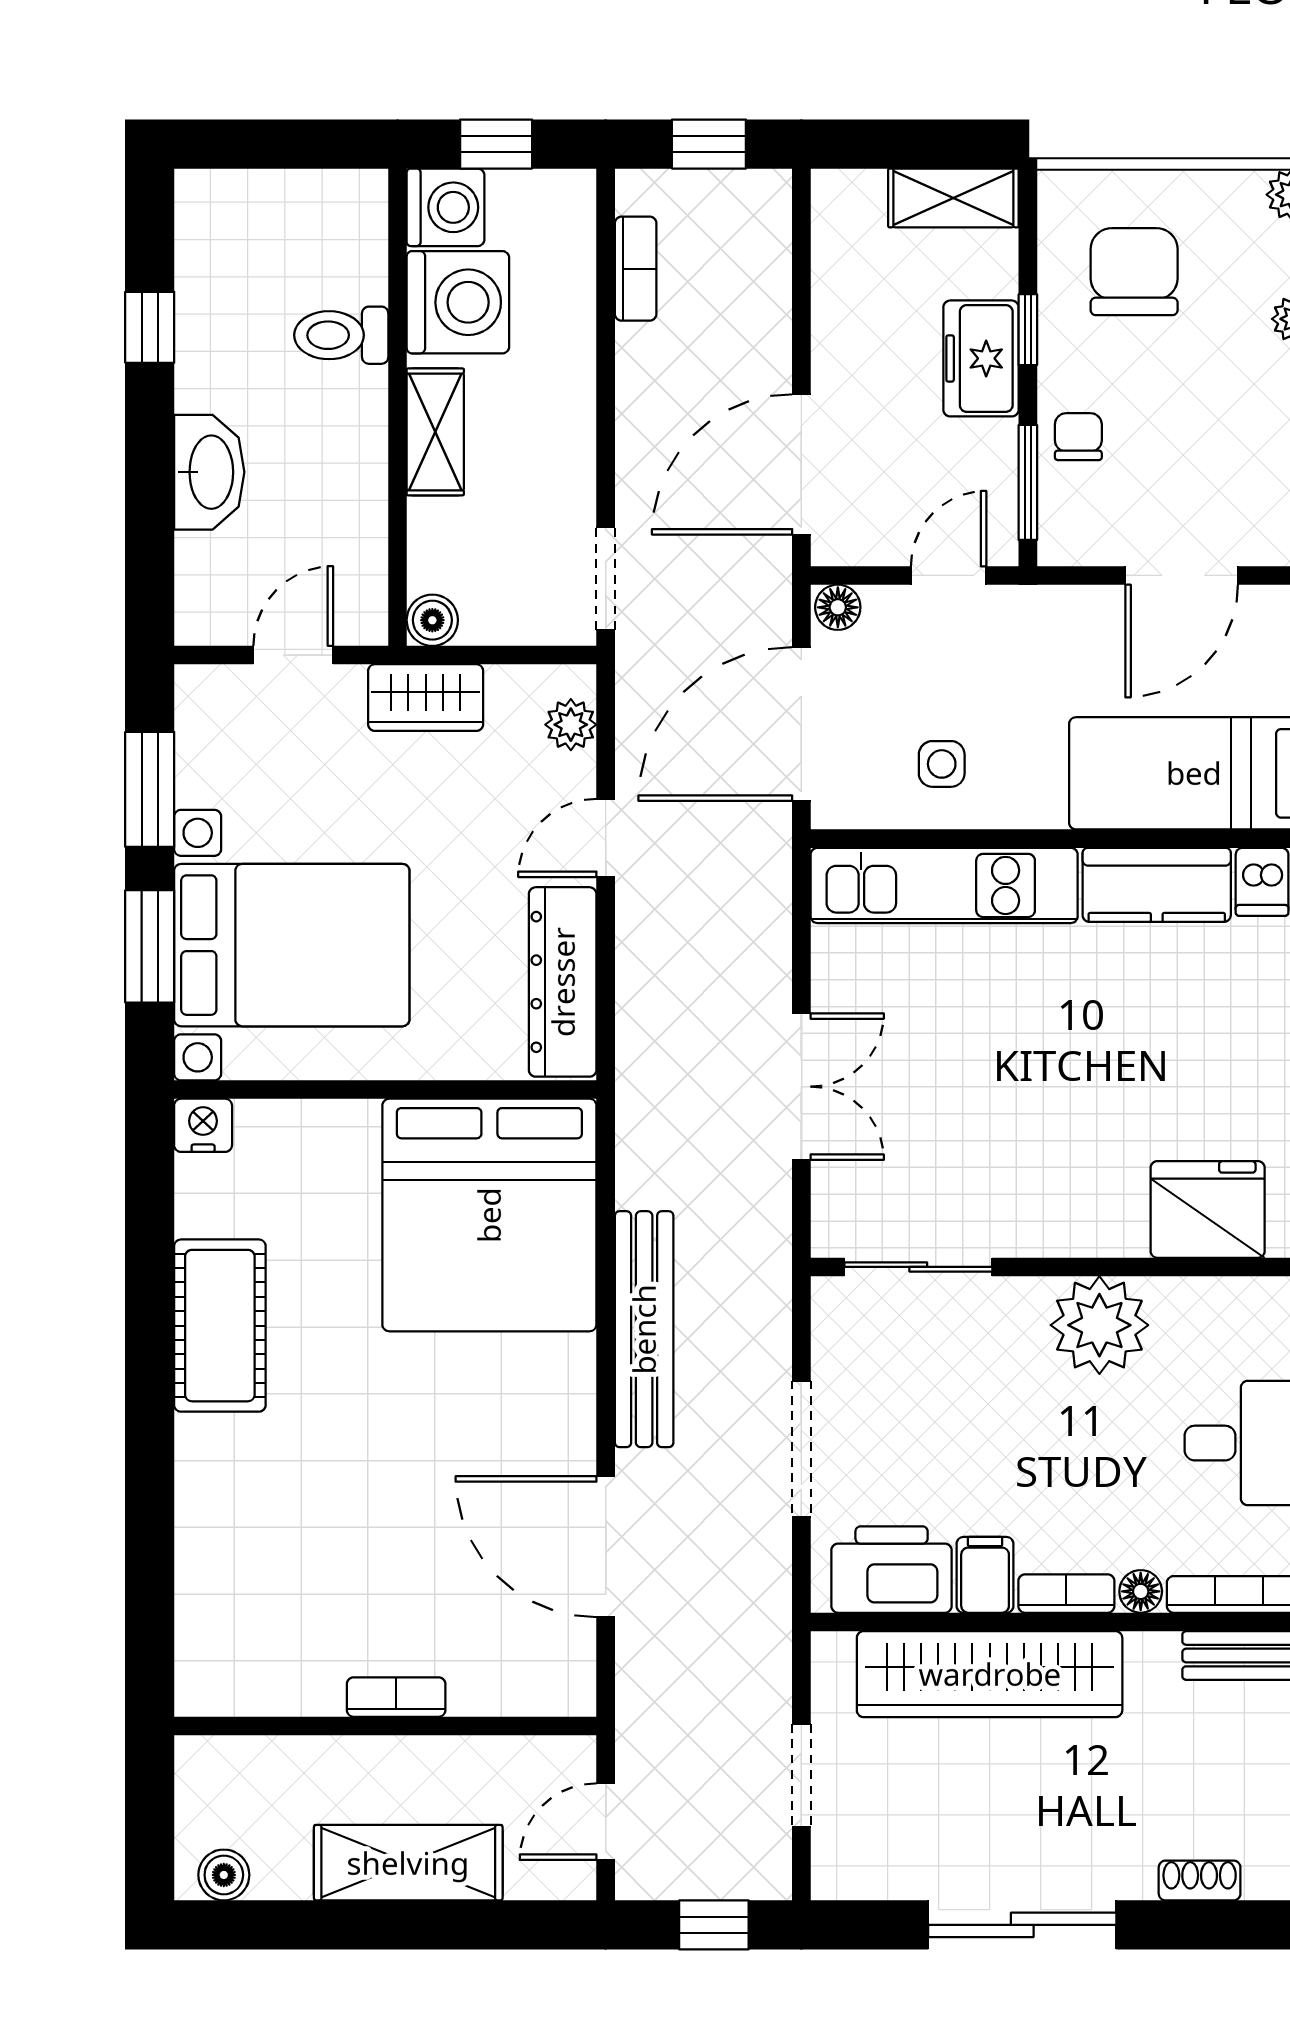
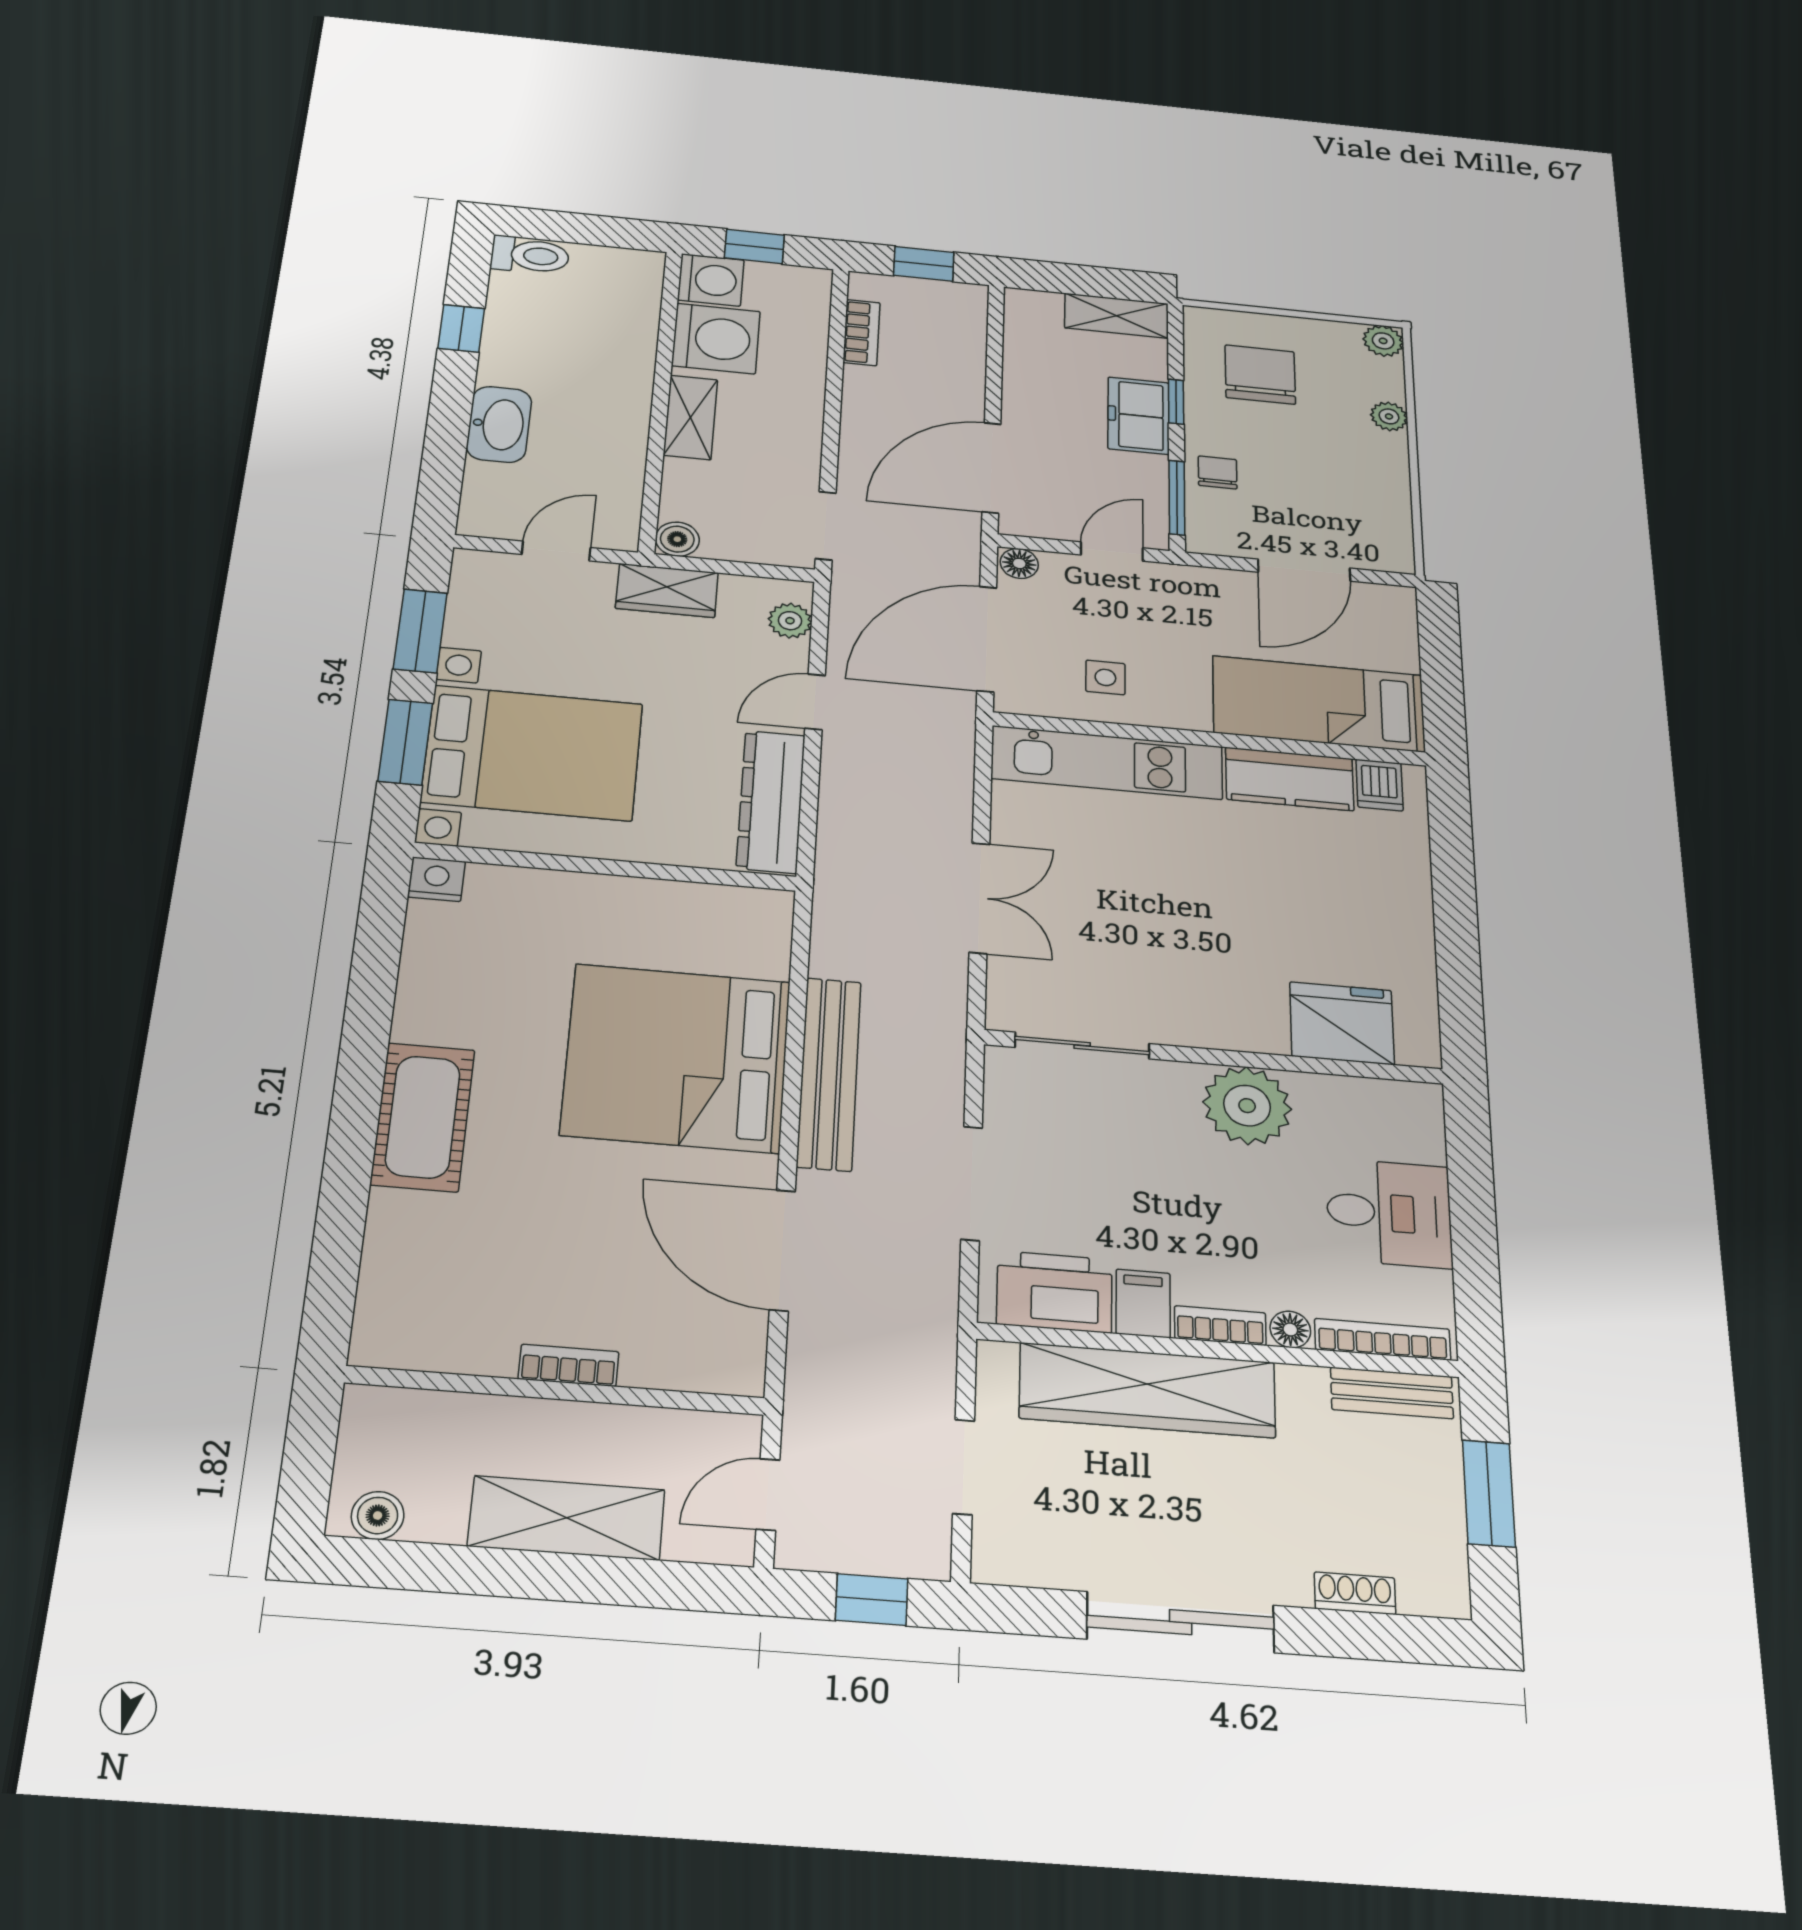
toilet: (341, 335) -> (530, 255), moved, turned 180
bed: (489, 1215) -> (677, 1058), moved, turned 90
cot: (220, 1326) -> (423, 1117), moved

